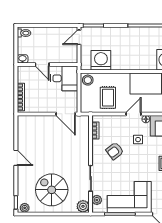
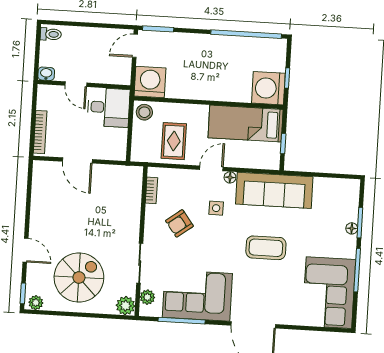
washing machine: (101, 60) -> (150, 82), moved
door: (66, 114) -> (77, 160), moved
door: (16, 158) -> (25, 250), moved
spiral stairs: (52, 190) -> (79, 277), turned 90

